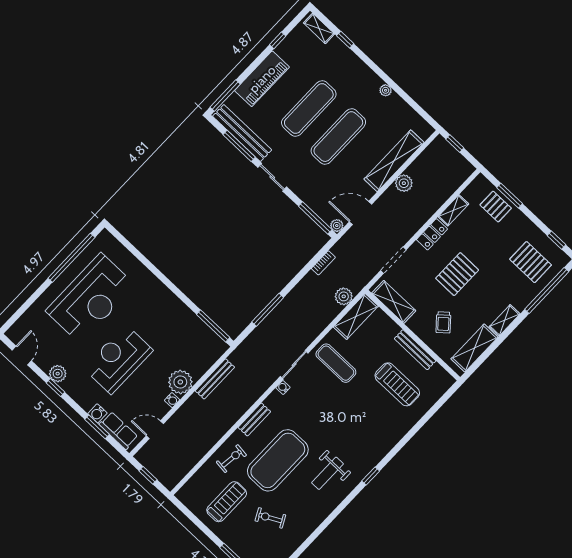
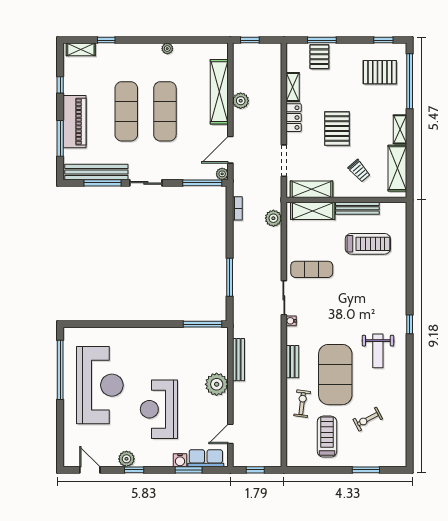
window: (225, 96) -> (60, 138), moved
pallet: (496, 207) -> (319, 57), turned 90
shelving: (356, 316) -> (313, 211), moved, turned 90
water cooler: (172, 400) -> (223, 402), removed

